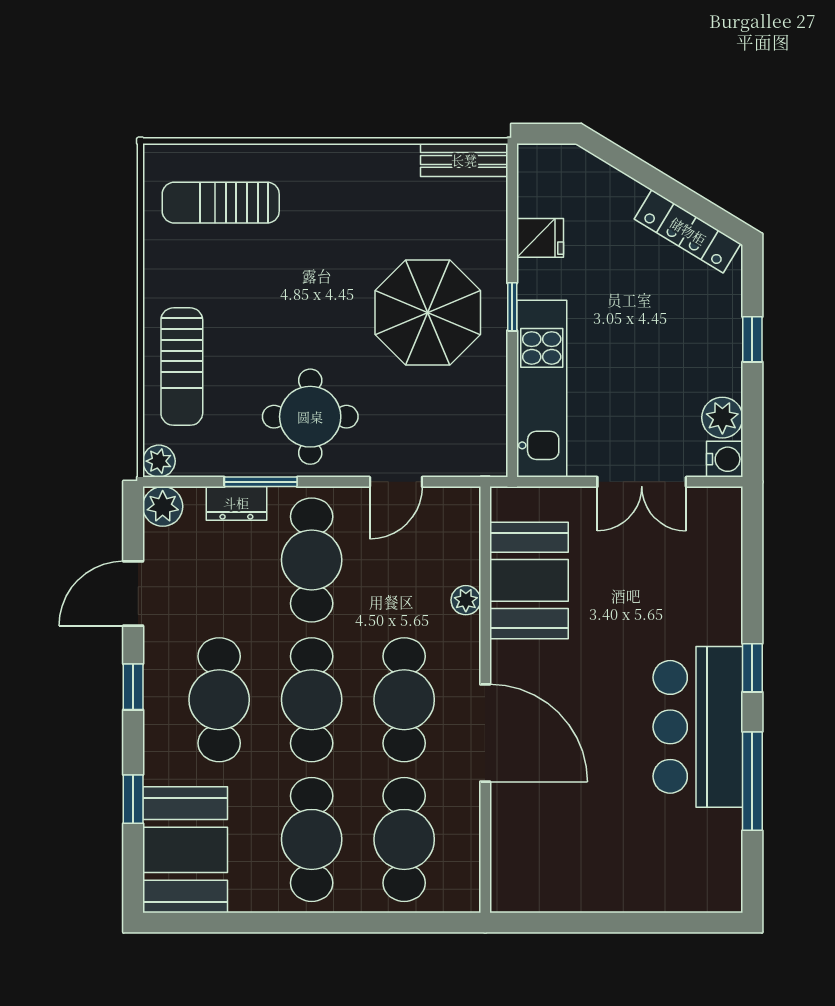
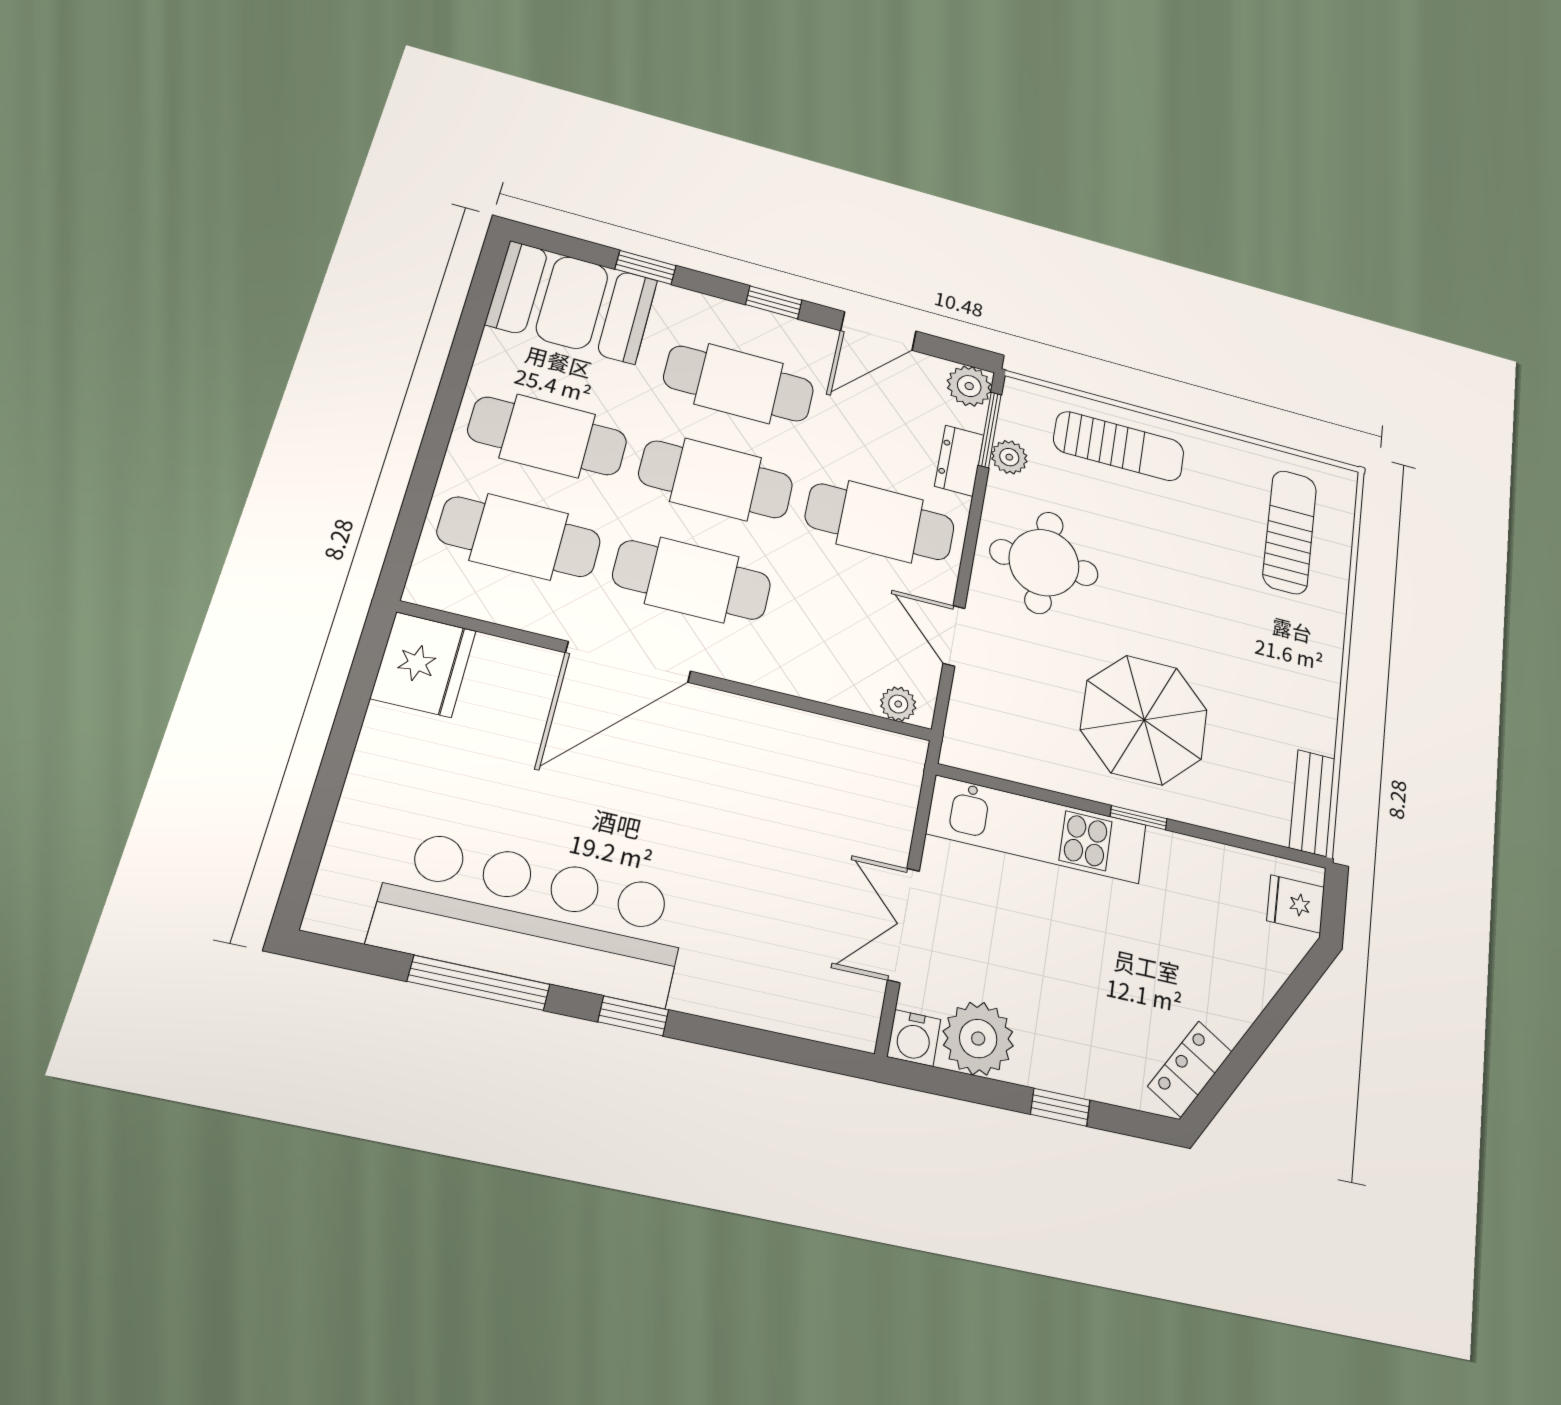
locker: (688, 231) -> (1190, 1069), width x0.66
fridge: (540, 238) -> (1296, 904), moved, turned 90
sun lounger: (182, 367) -> (1119, 446), turned 180
plant: (722, 418) -> (978, 1039), width x1.36, depth x1.36
plant: (159, 461) -> (1009, 457), moved
window: (261, 482) -> (990, 430), moved
booth: (529, 580) -> (807, 759), removed
door: (133, 594) -> (878, 331), swing flipped
plant: (466, 600) -> (898, 704), moved
bar counter: (698, 727) -> (532, 918), width x1.36
fridge: (526, 882) -> (423, 665), added

